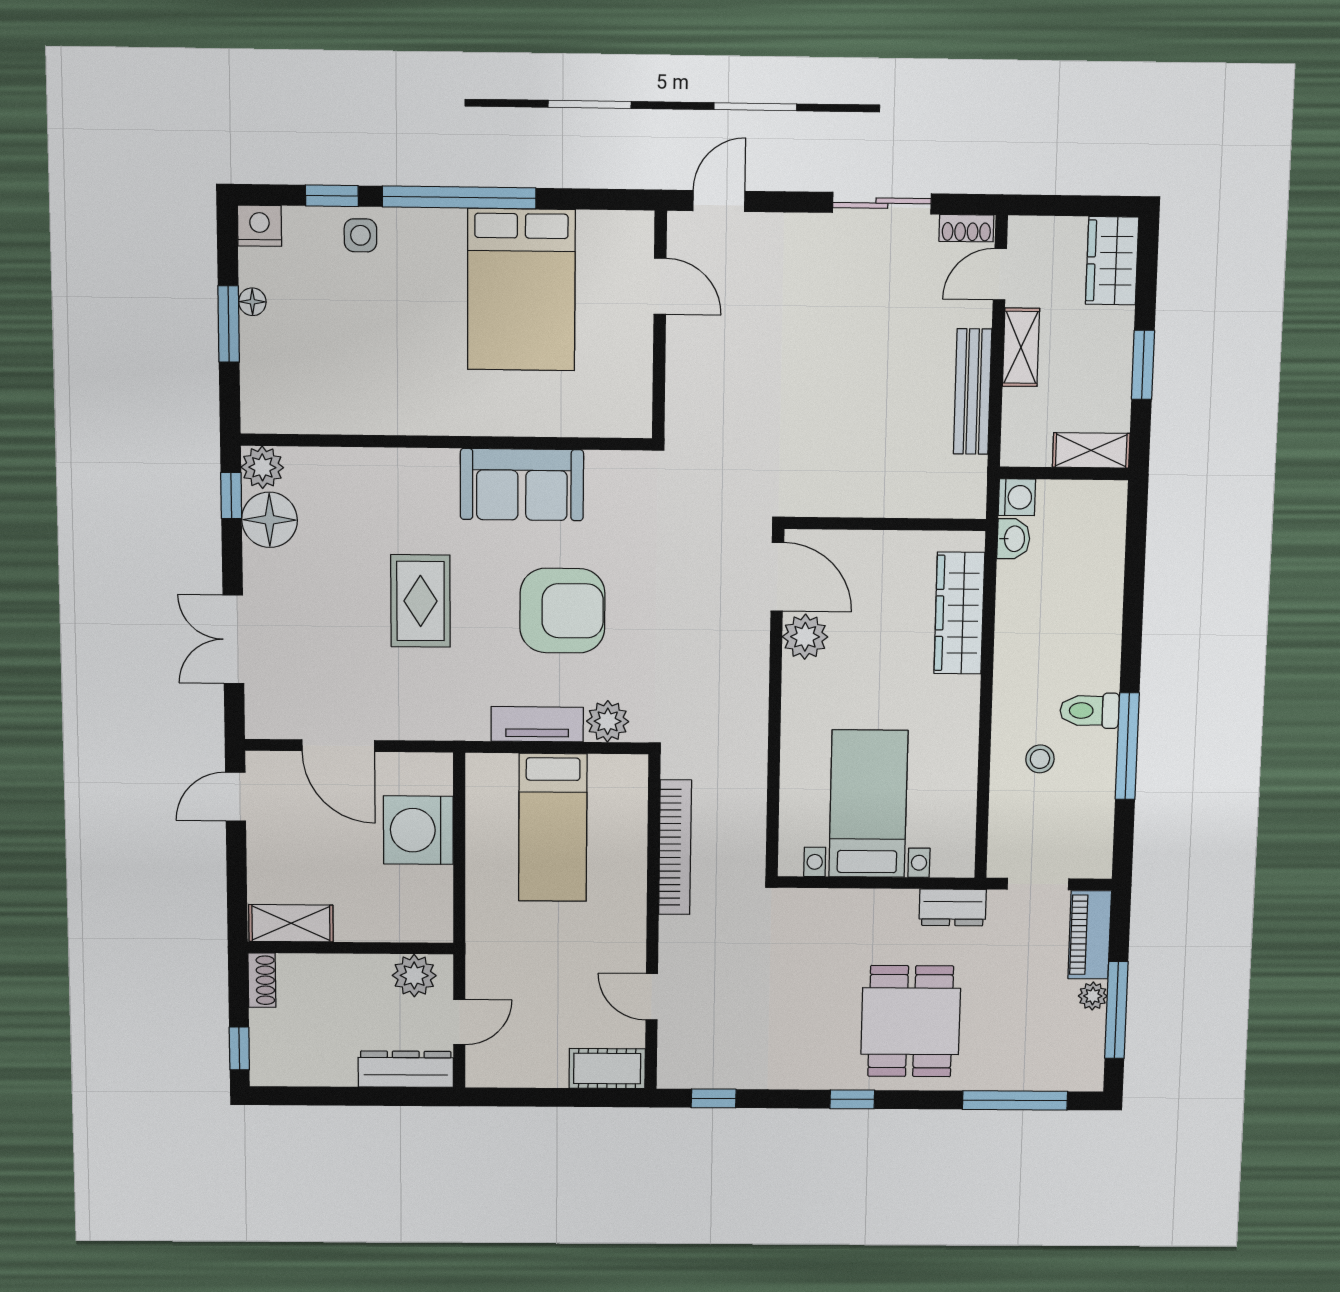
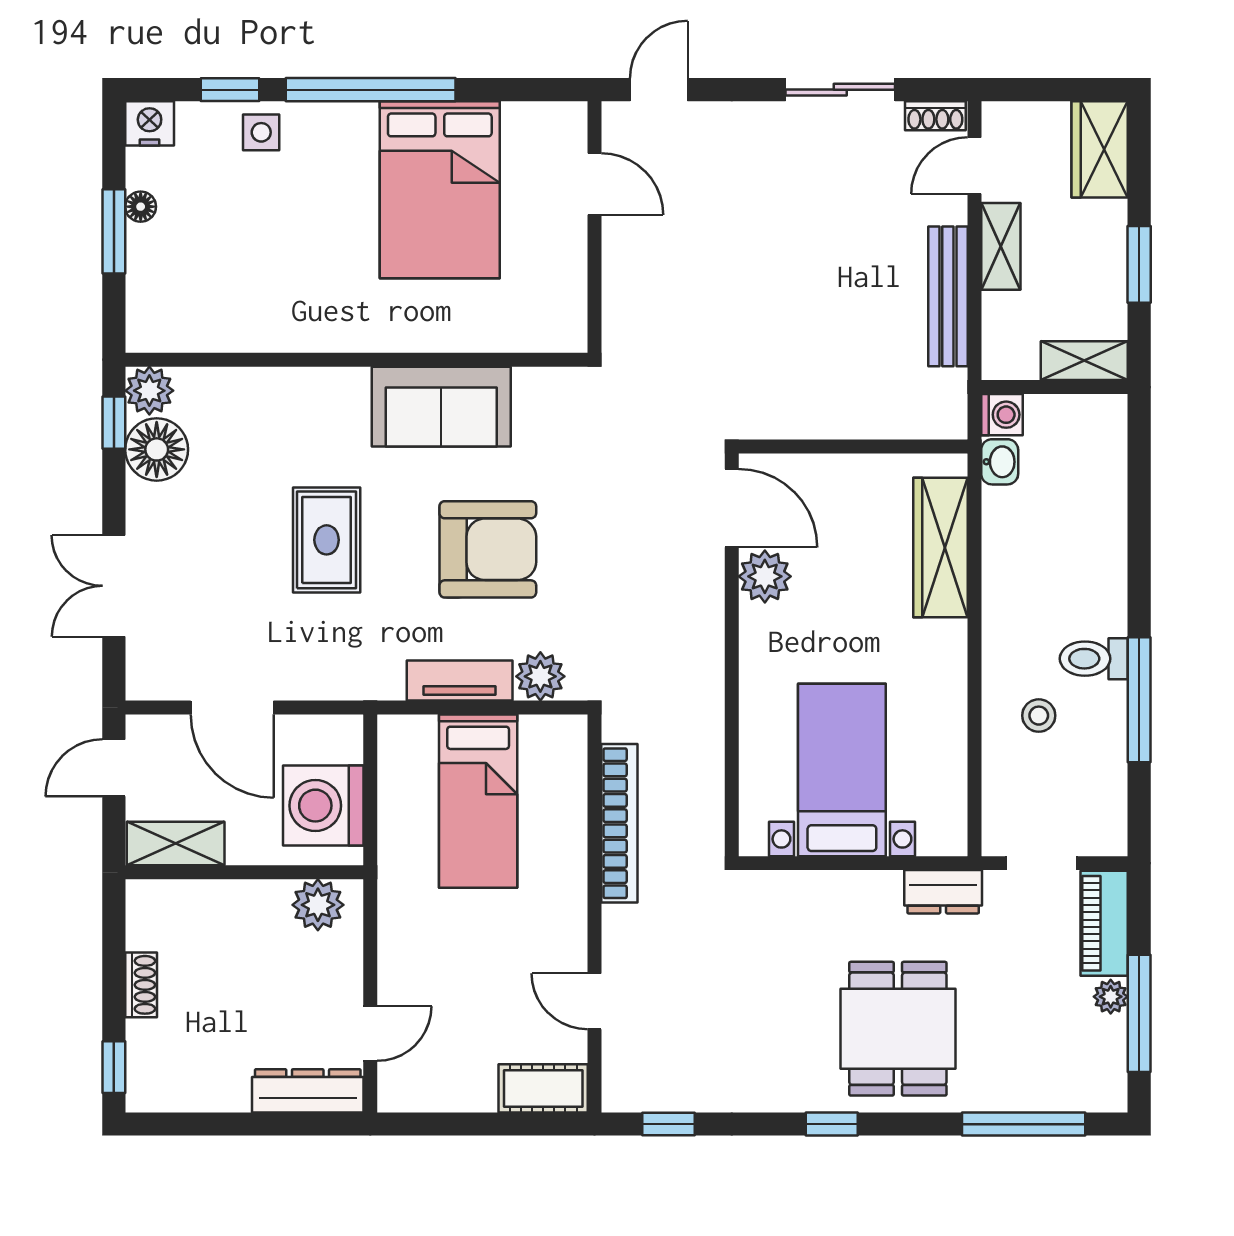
shelving: (291, 923) -> (176, 844), moved
wall: (351, 948) -> (244, 872), moved
plant: (414, 976) -> (318, 905), moved

